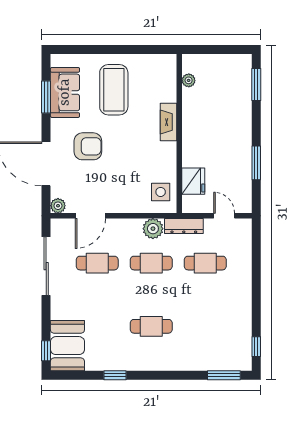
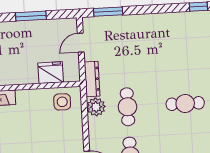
window: (256, 248) -> (108, 12), added
cafe table: (205, 263) -> (125, 57), removed
cafe table: (151, 326) -> (185, 104), turned 90

